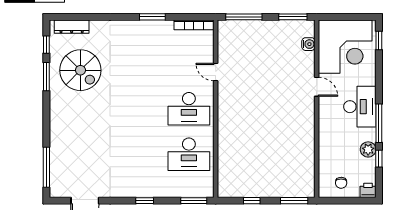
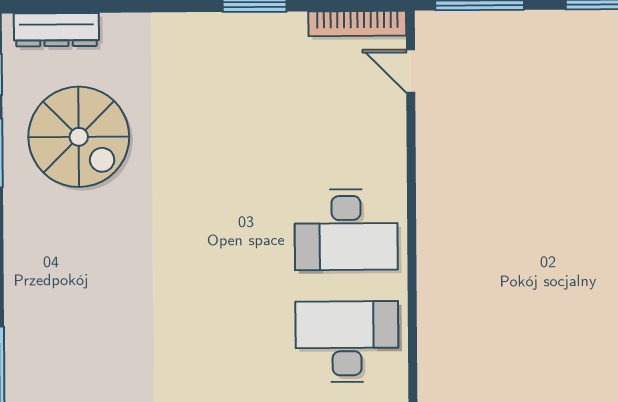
door: (216, 72) -> (411, 71), moved
desk: (189, 154) -> (347, 342), turned 180

